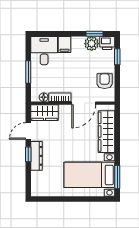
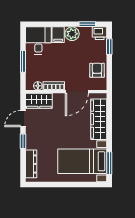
plant: (92, 44) -> (72, 34), moved
dresser: (37, 156) -> (31, 164), moved

